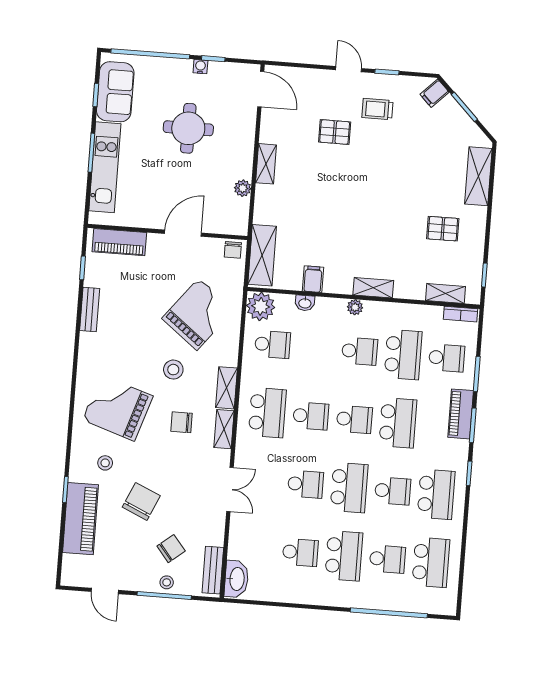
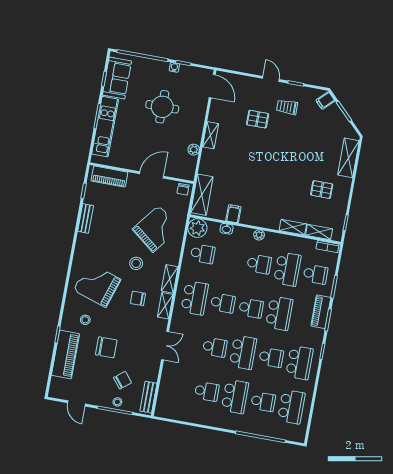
shelving: (373, 288) -> (293, 227), moved
chair: (141, 501) -> (106, 347), turned 66
washbasin: (236, 579) -> (163, 404), removed

